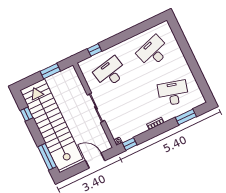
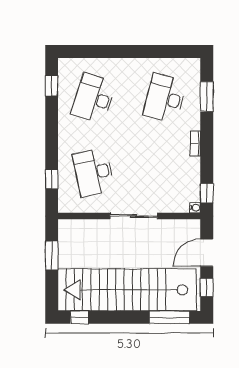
window: (149, 24) -> (52, 86), added
desk: (153, 52) -> (94, 98), turned 36
window: (27, 114) -> (80, 317), moved
window: (75, 170) -> (207, 287), added

